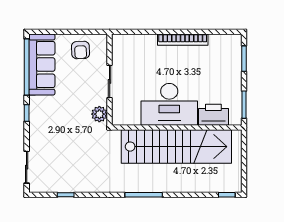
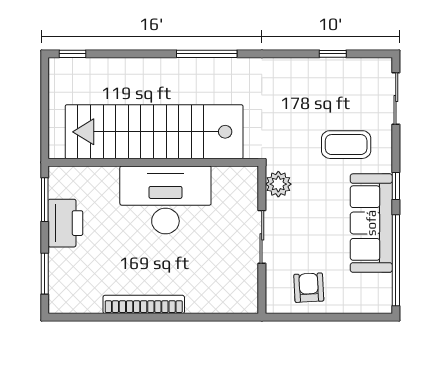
sofa: (42, 65) -> (371, 223), moved
printer: (213, 115) -> (65, 223), moved, turned -90
coffee table: (57, 139) -> (346, 145), added

